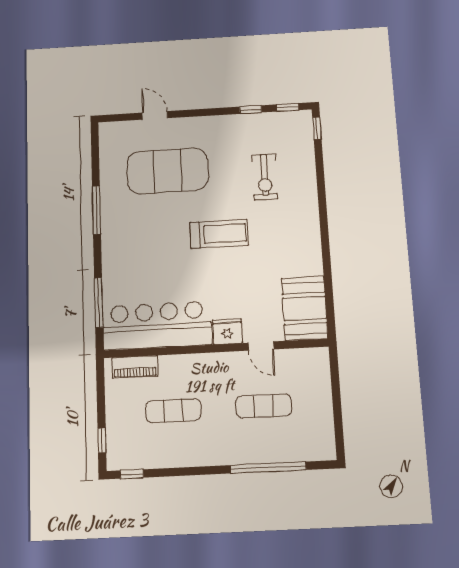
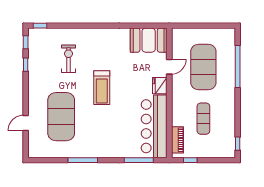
exercise bike: (265, 177) -> (68, 59), turned -90
treadmill: (219, 234) -> (102, 88), turned 180
exercise mat: (264, 406) -> (203, 67), width x2.00, depth x1.45
window: (102, 440) -> (190, 160), moved

